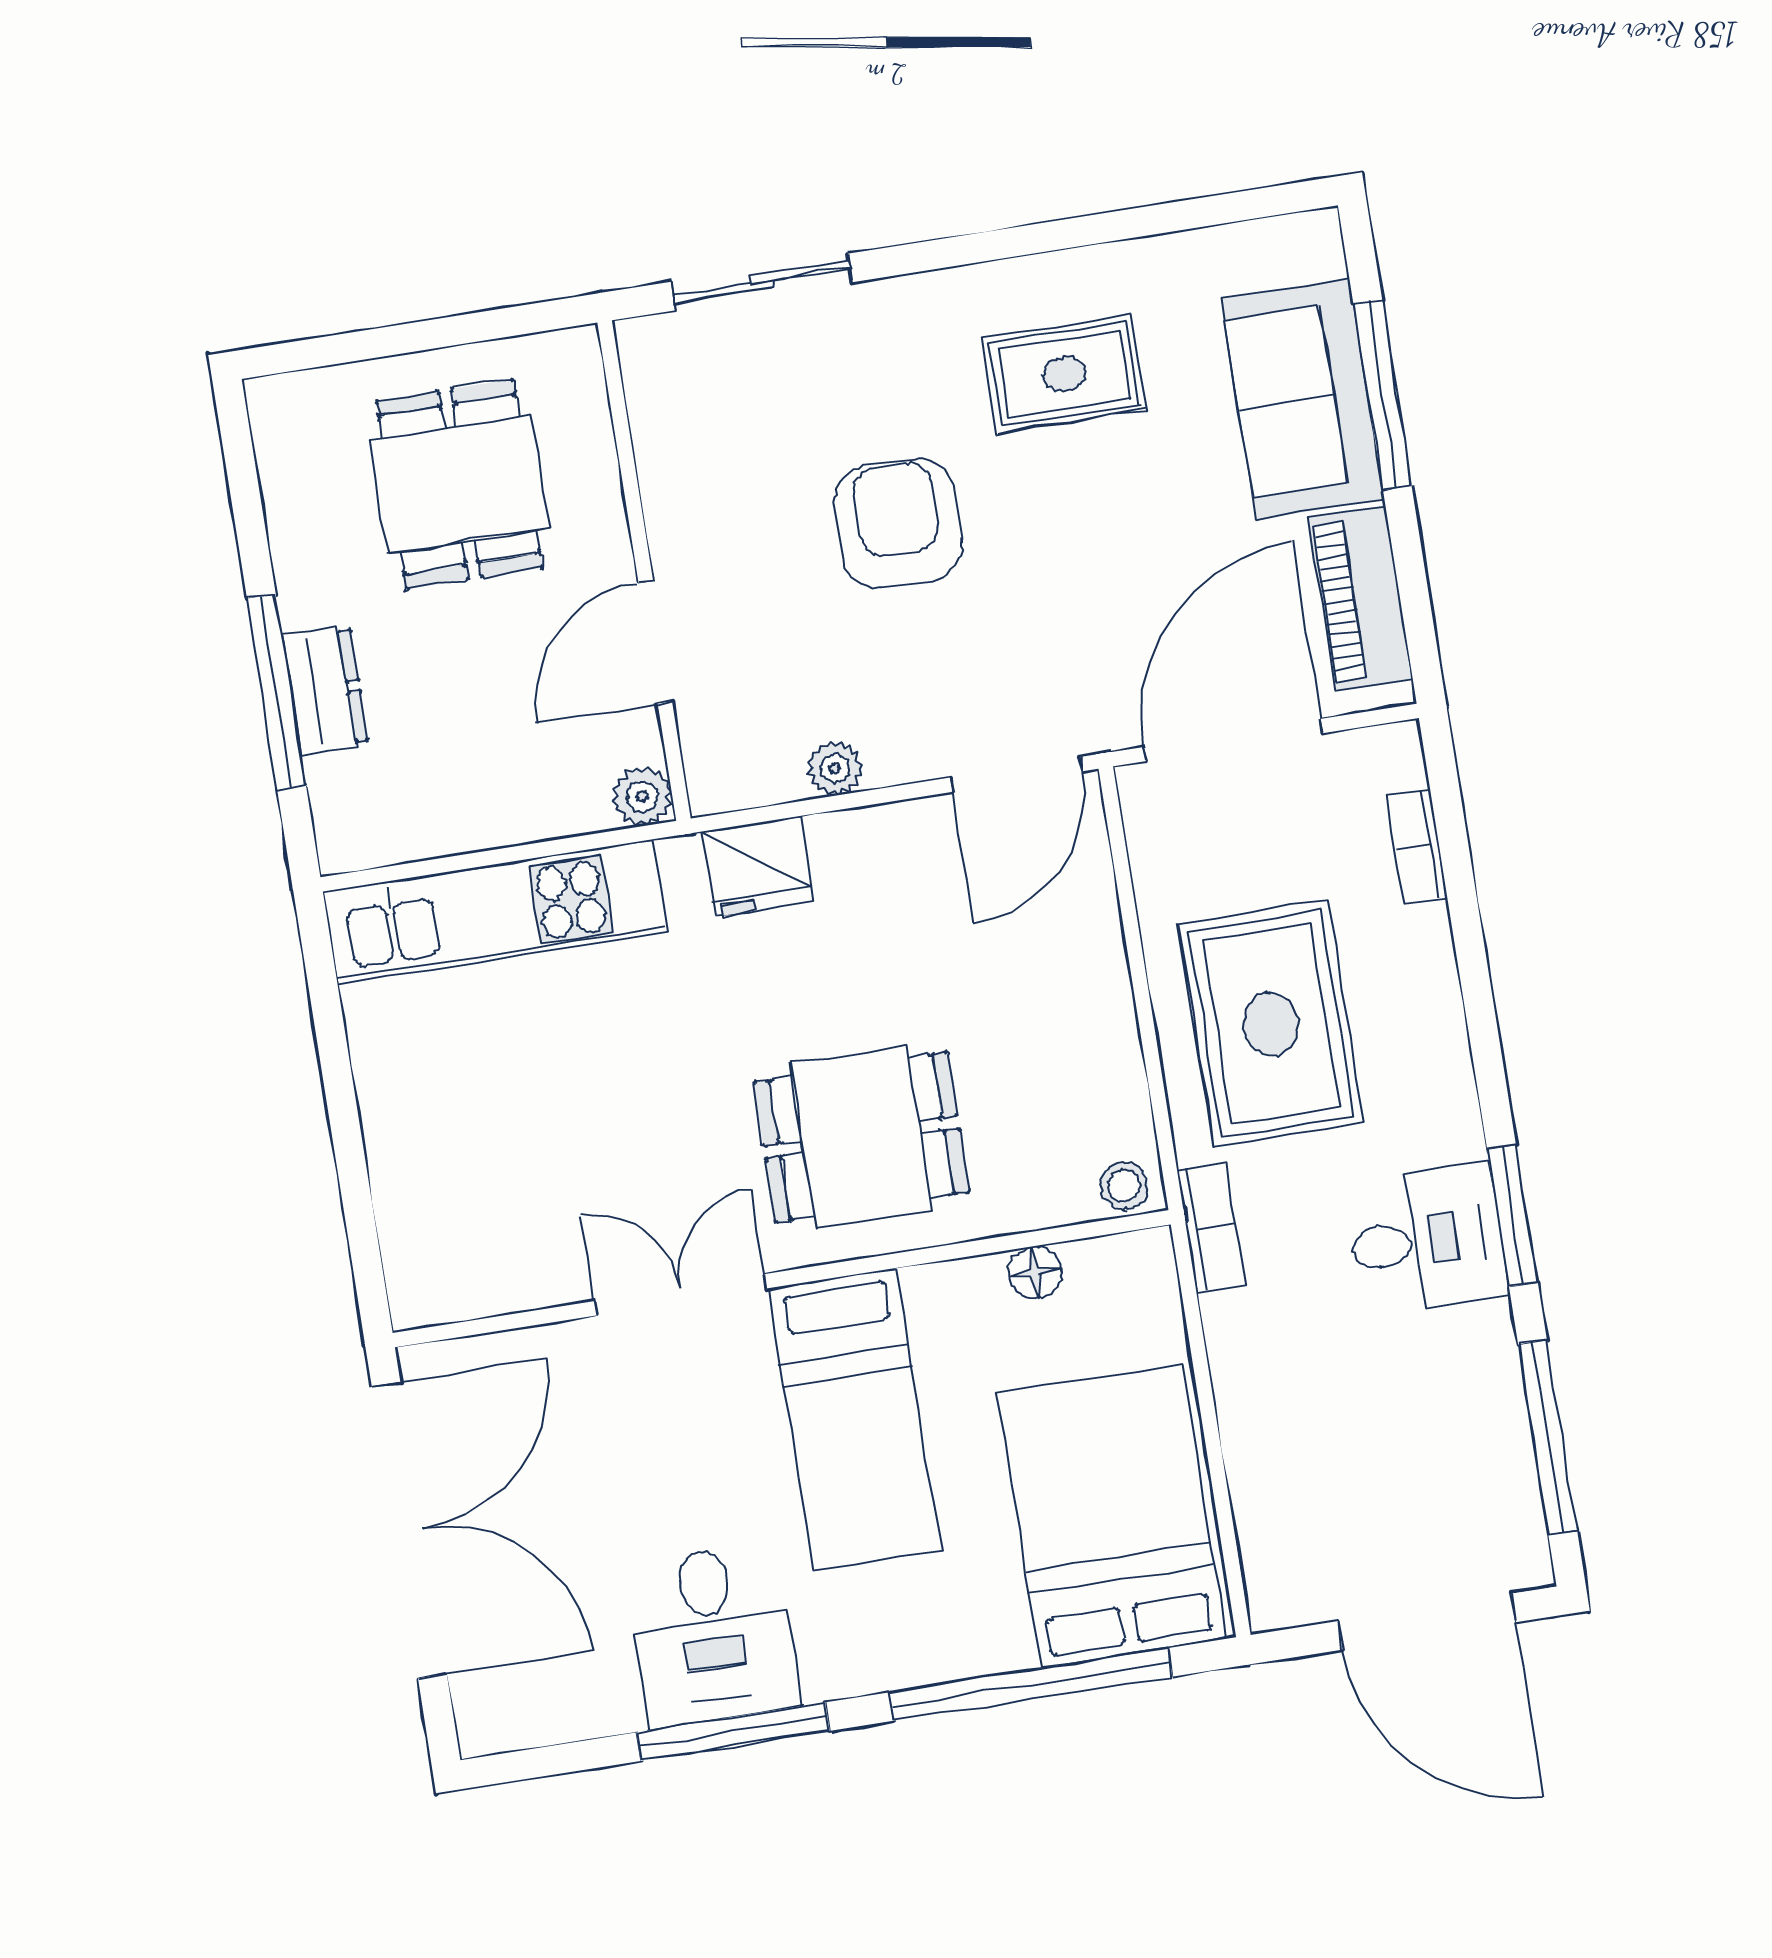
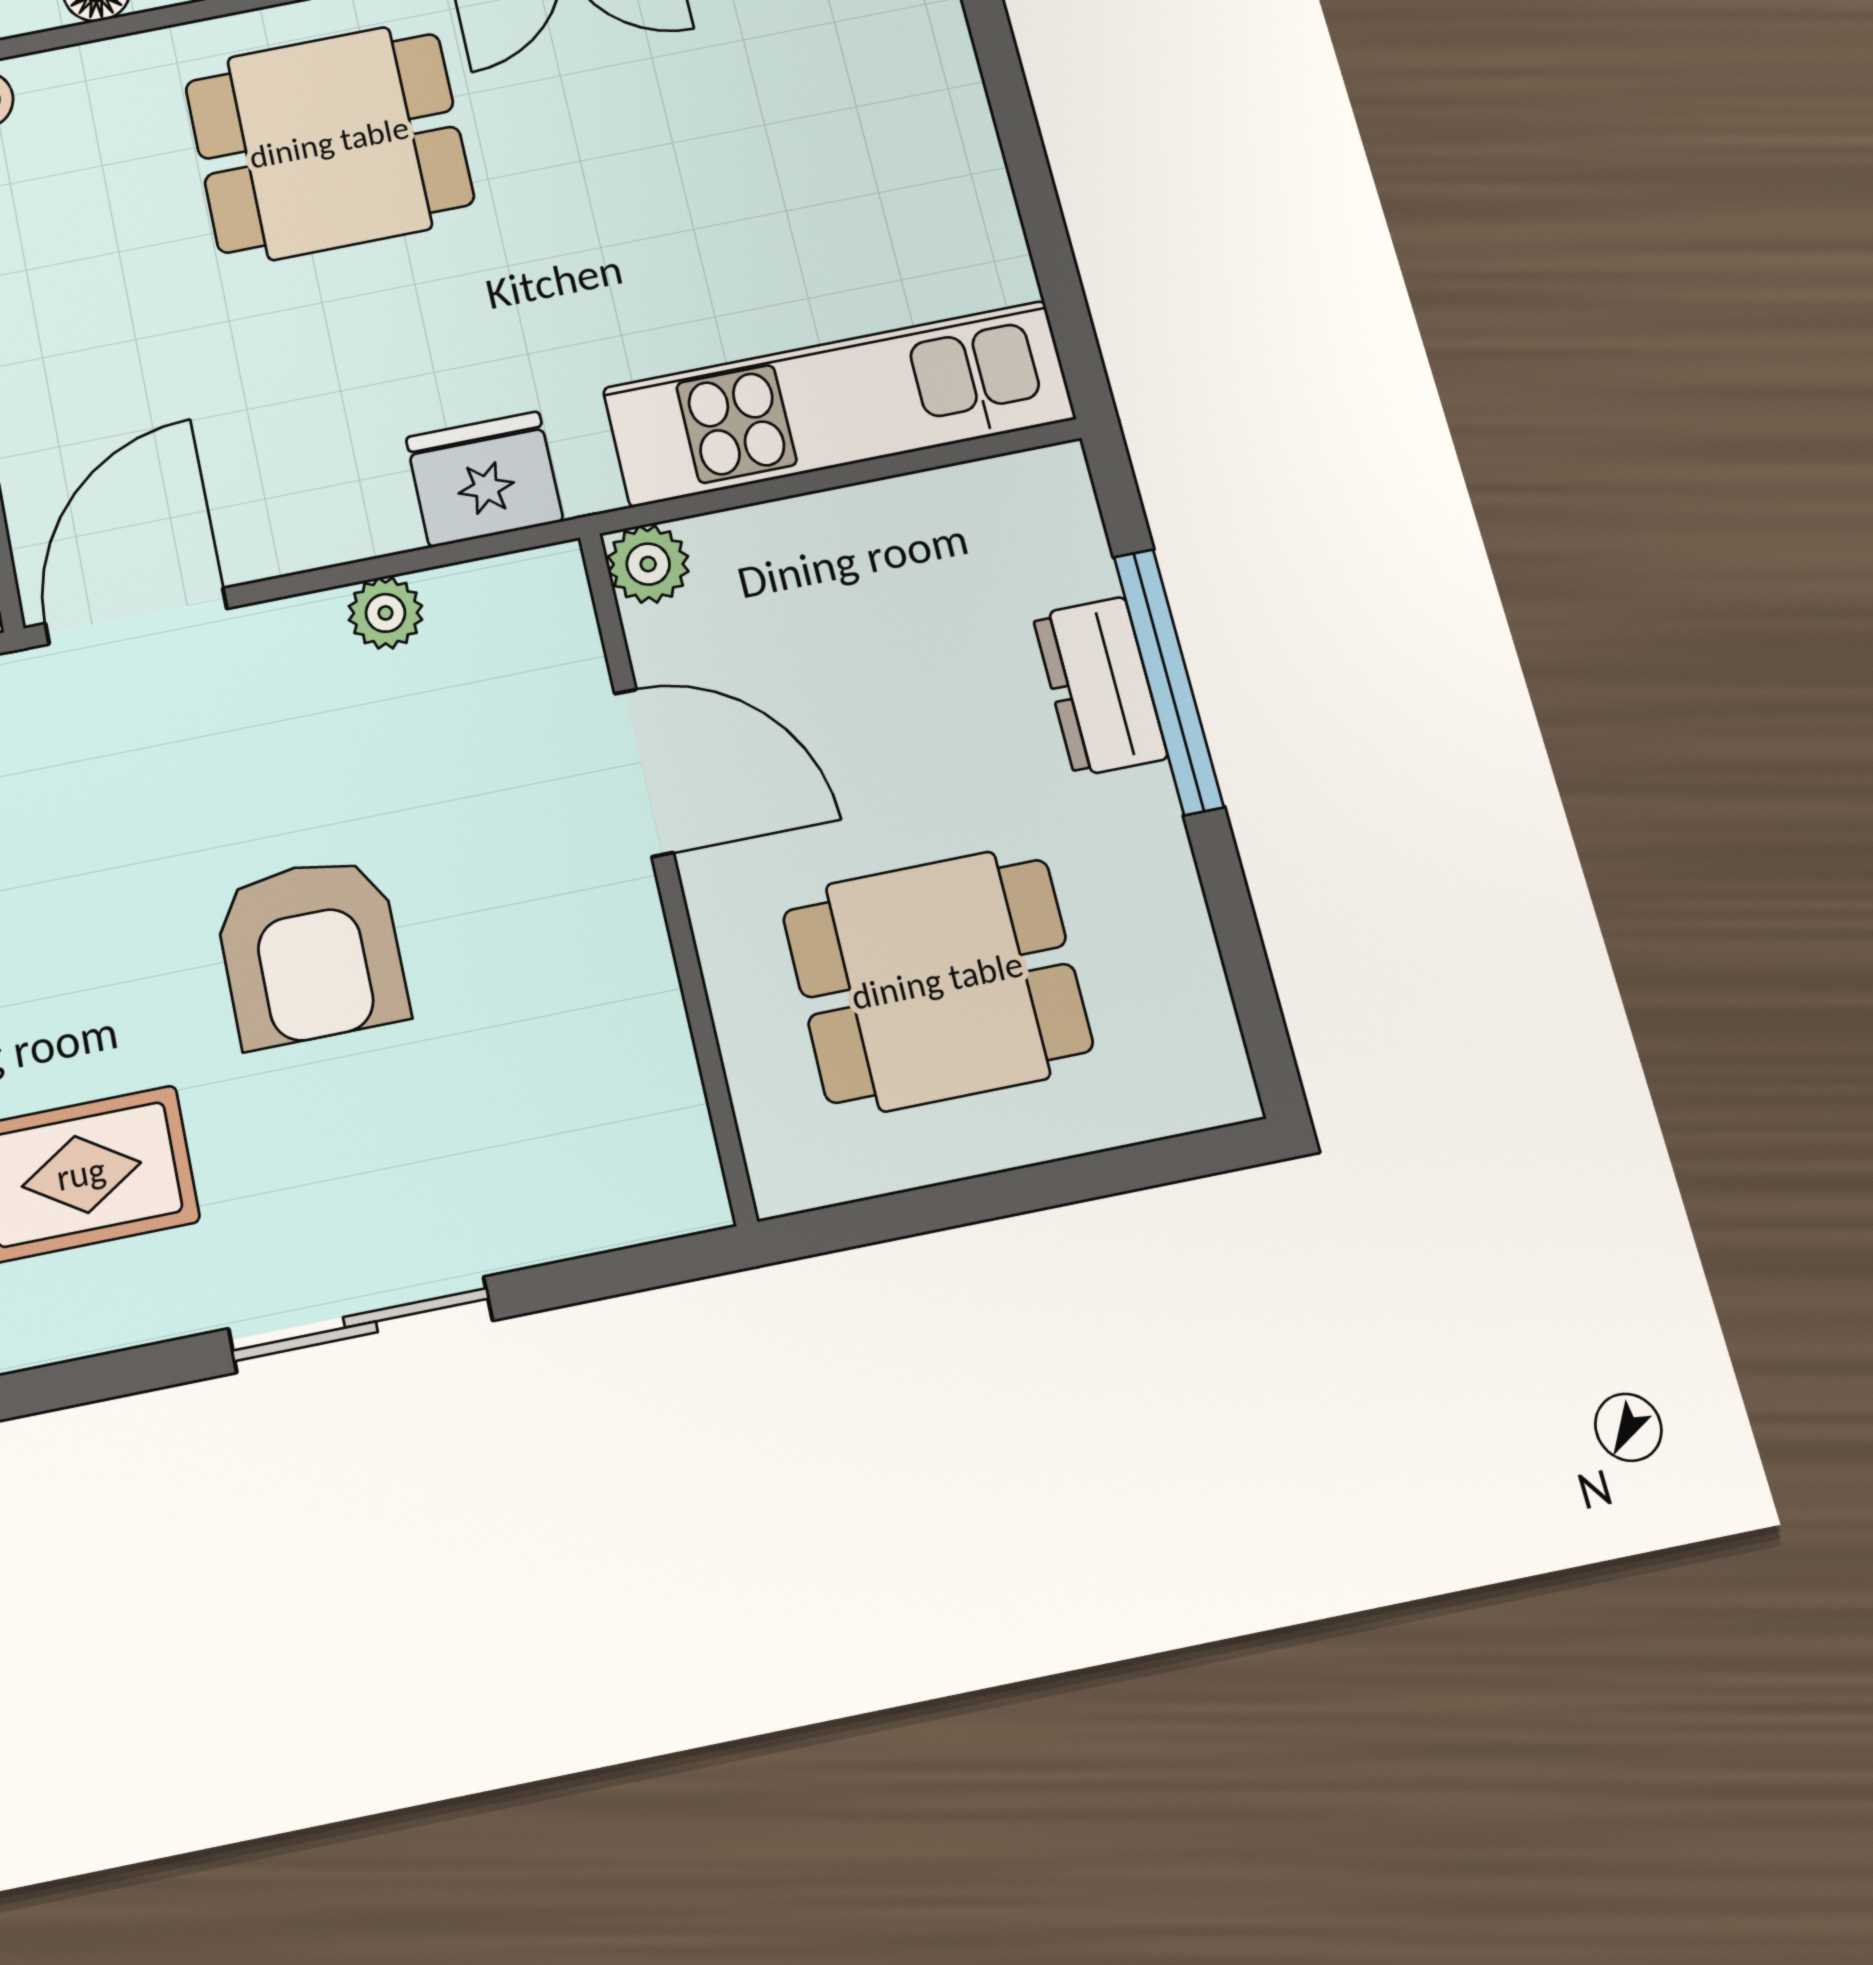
sliding door: (762, 282) -> (360, 1325), moved
dining table: (460, 484) -> (937, 981), turned 90
door: (655, 642) -> (644, 773), hinge flipped

